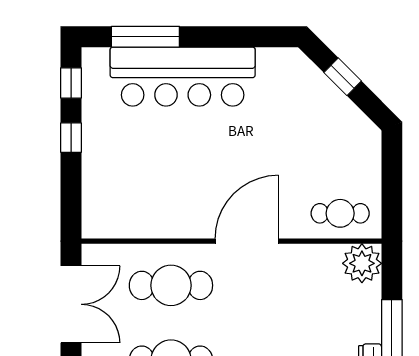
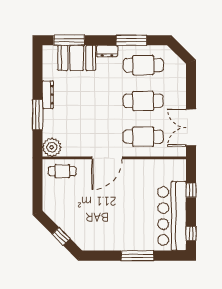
window: (145, 37) -> (138, 256), moved
bar counter: (183, 77) -> (172, 216), moved, turned -90
window: (71, 138) -> (191, 190), moved

